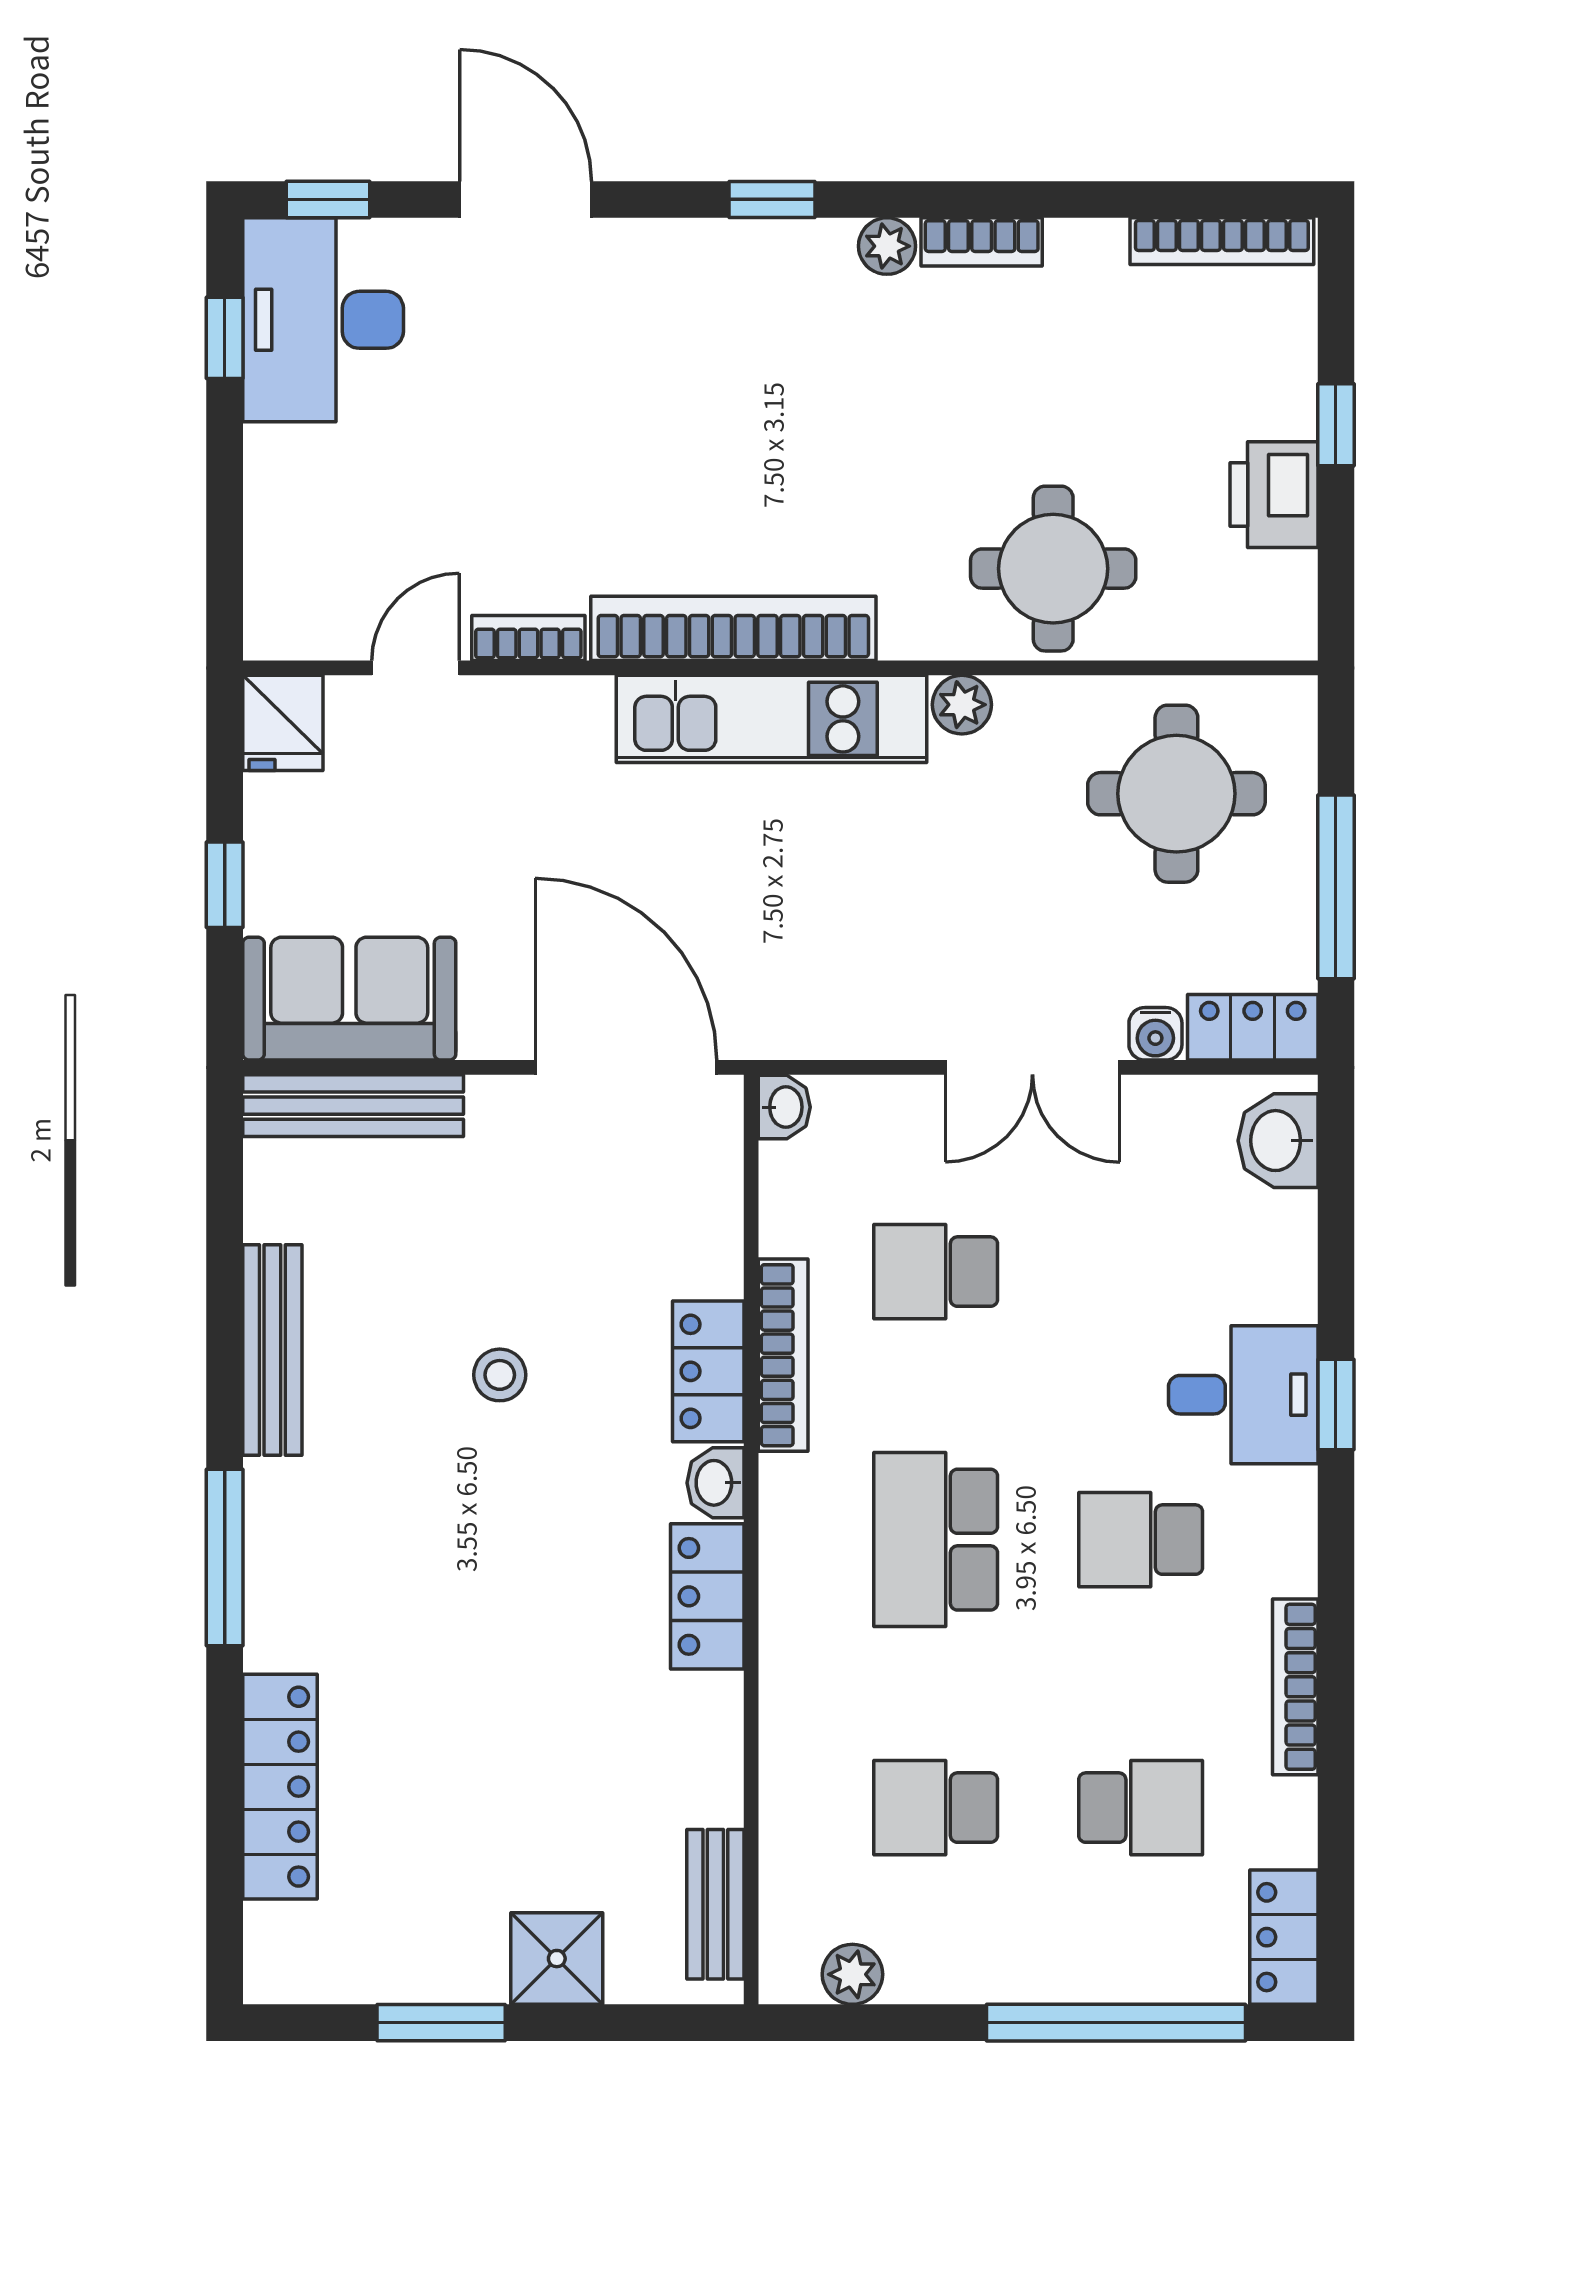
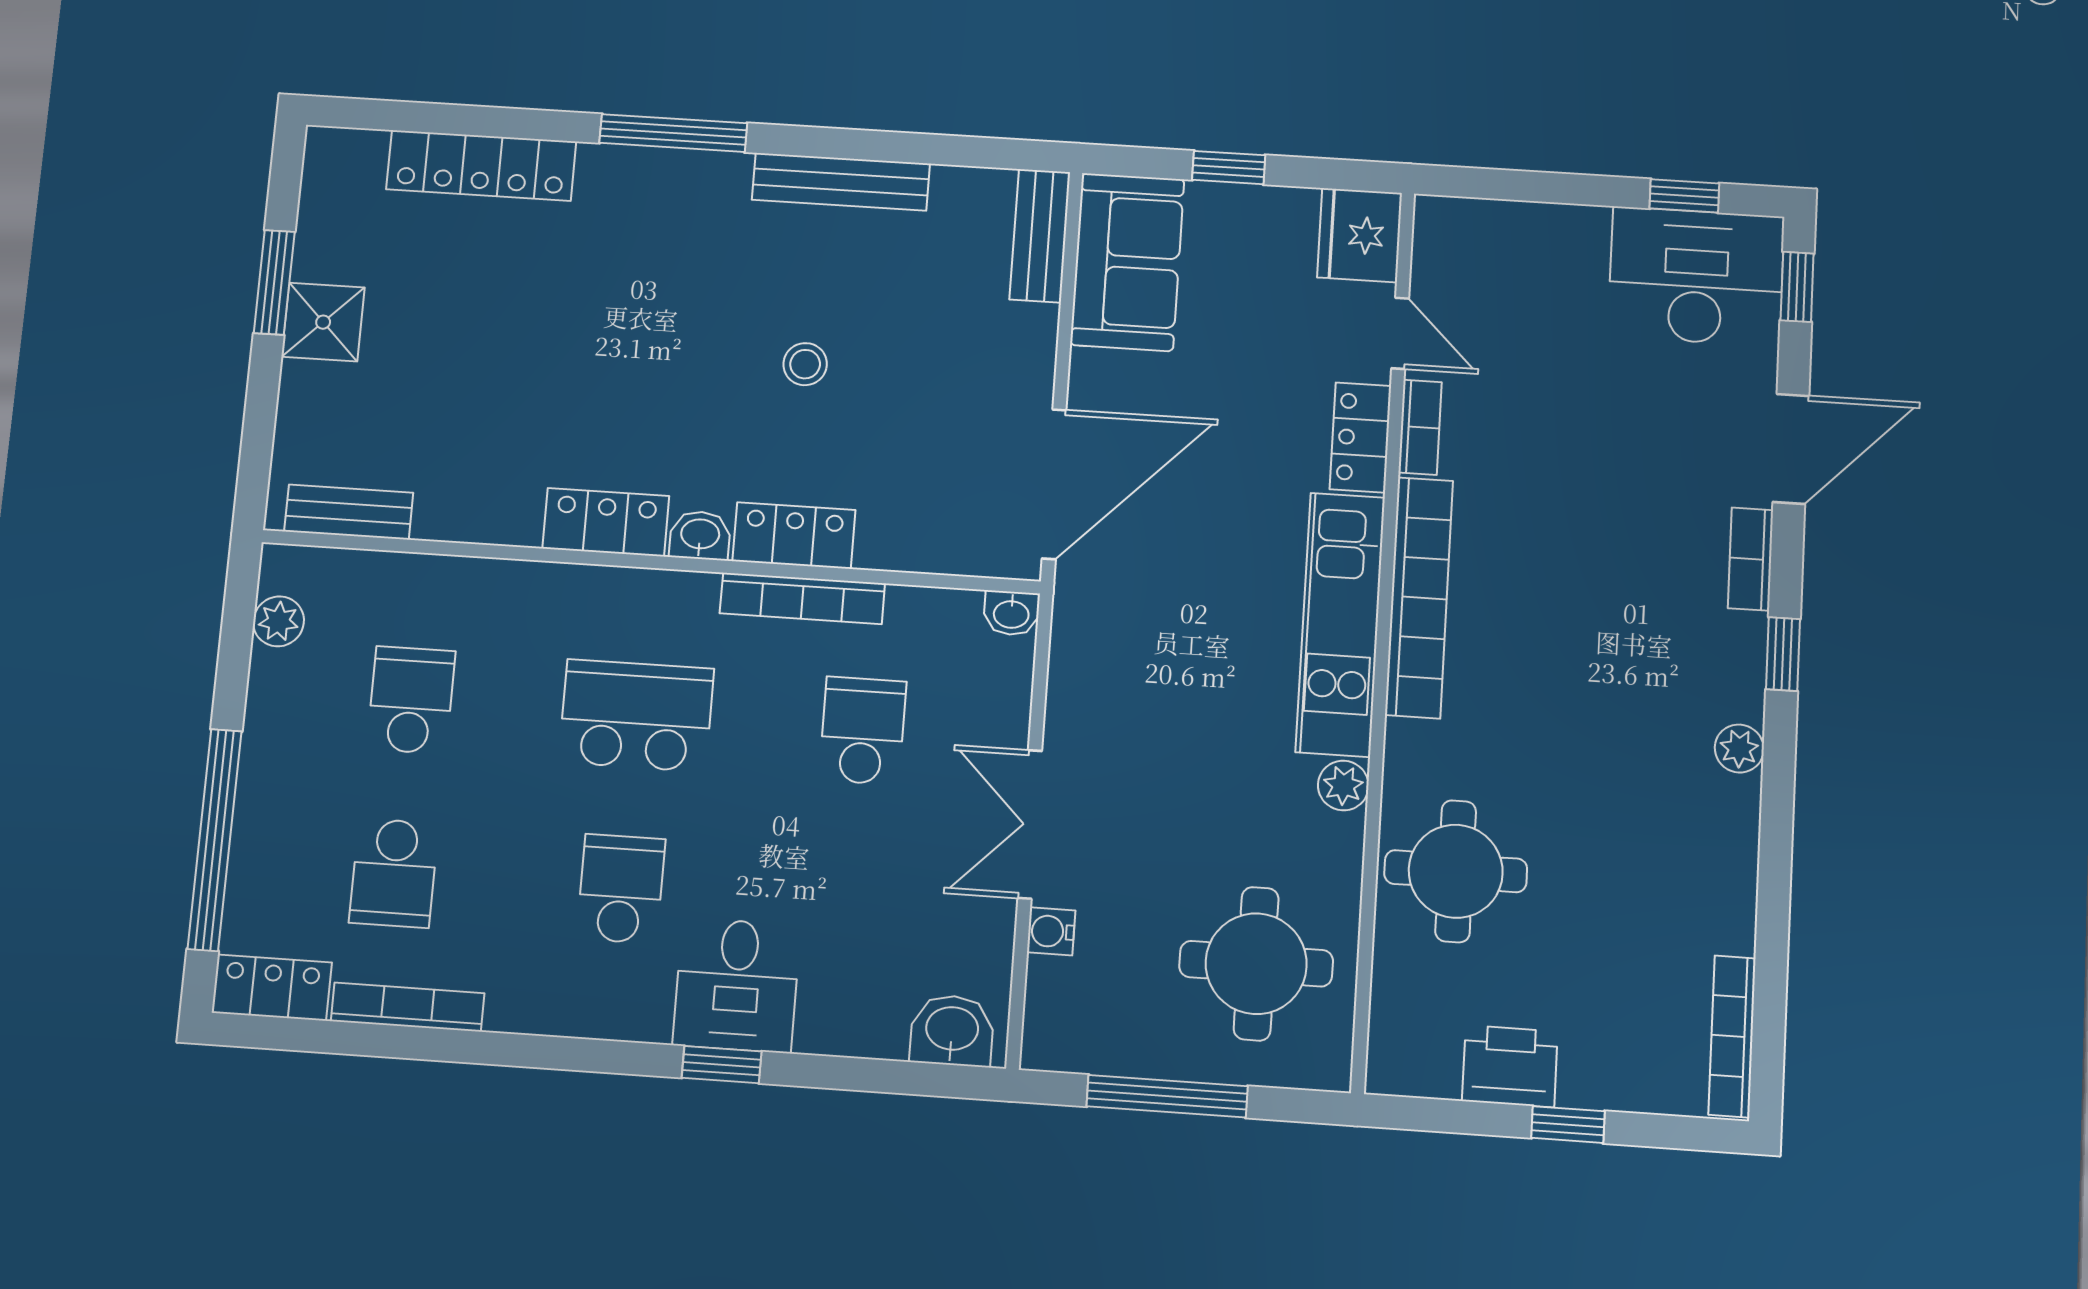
bookcase: (982, 242) -> (1750, 559), moved
fridge: (283, 723) -> (1360, 235), width x1.38
locker: (1253, 1027) -> (1360, 437), moved, turned 180
bench: (353, 1106) -> (1040, 236), width x0.73
bookcase: (1295, 1687) -> (408, 1007), moved
shower: (557, 1959) -> (323, 322), moved

